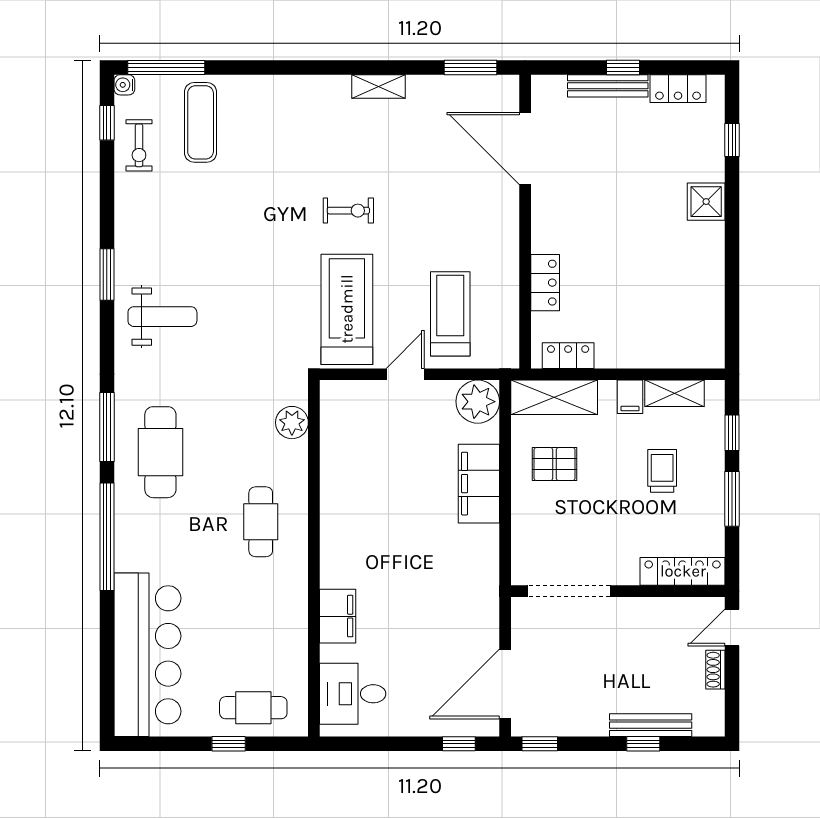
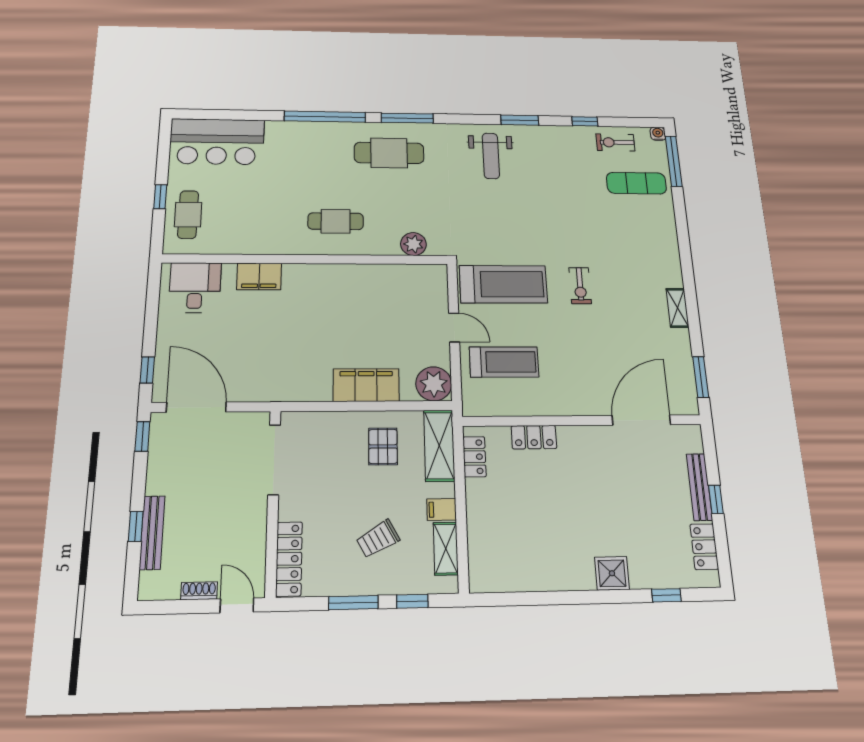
window: (107, 123) -> (585, 121), moved
trolley: (662, 471) -> (378, 539), turned 151
bar counter: (148, 655) -> (217, 142), width x0.73

